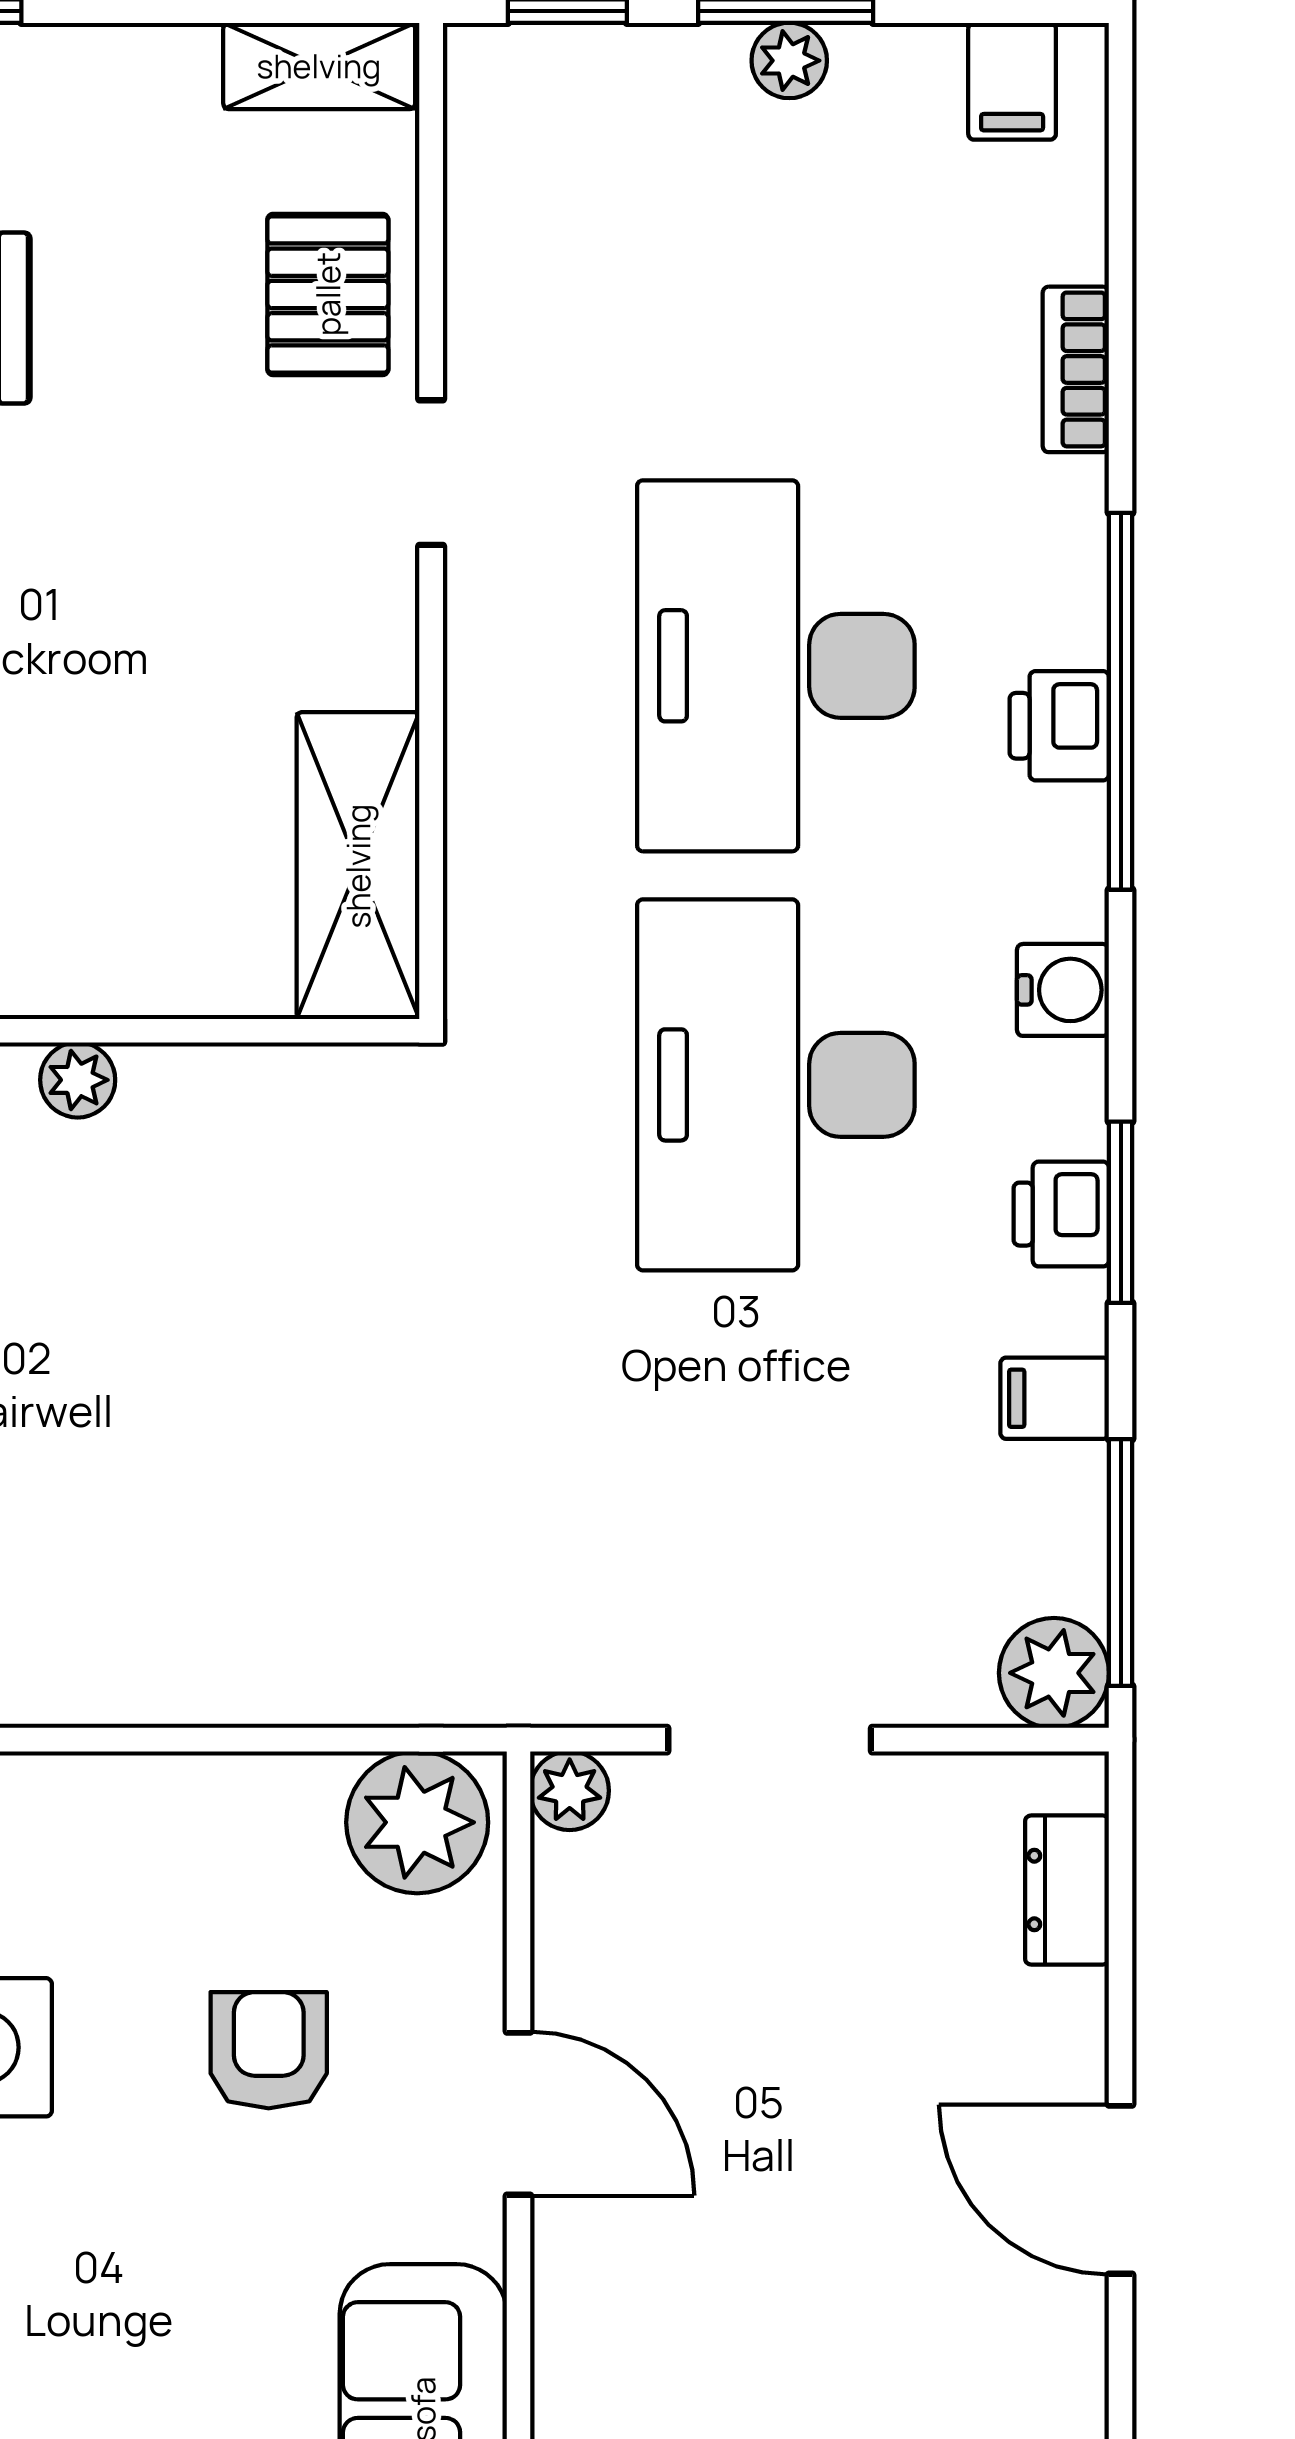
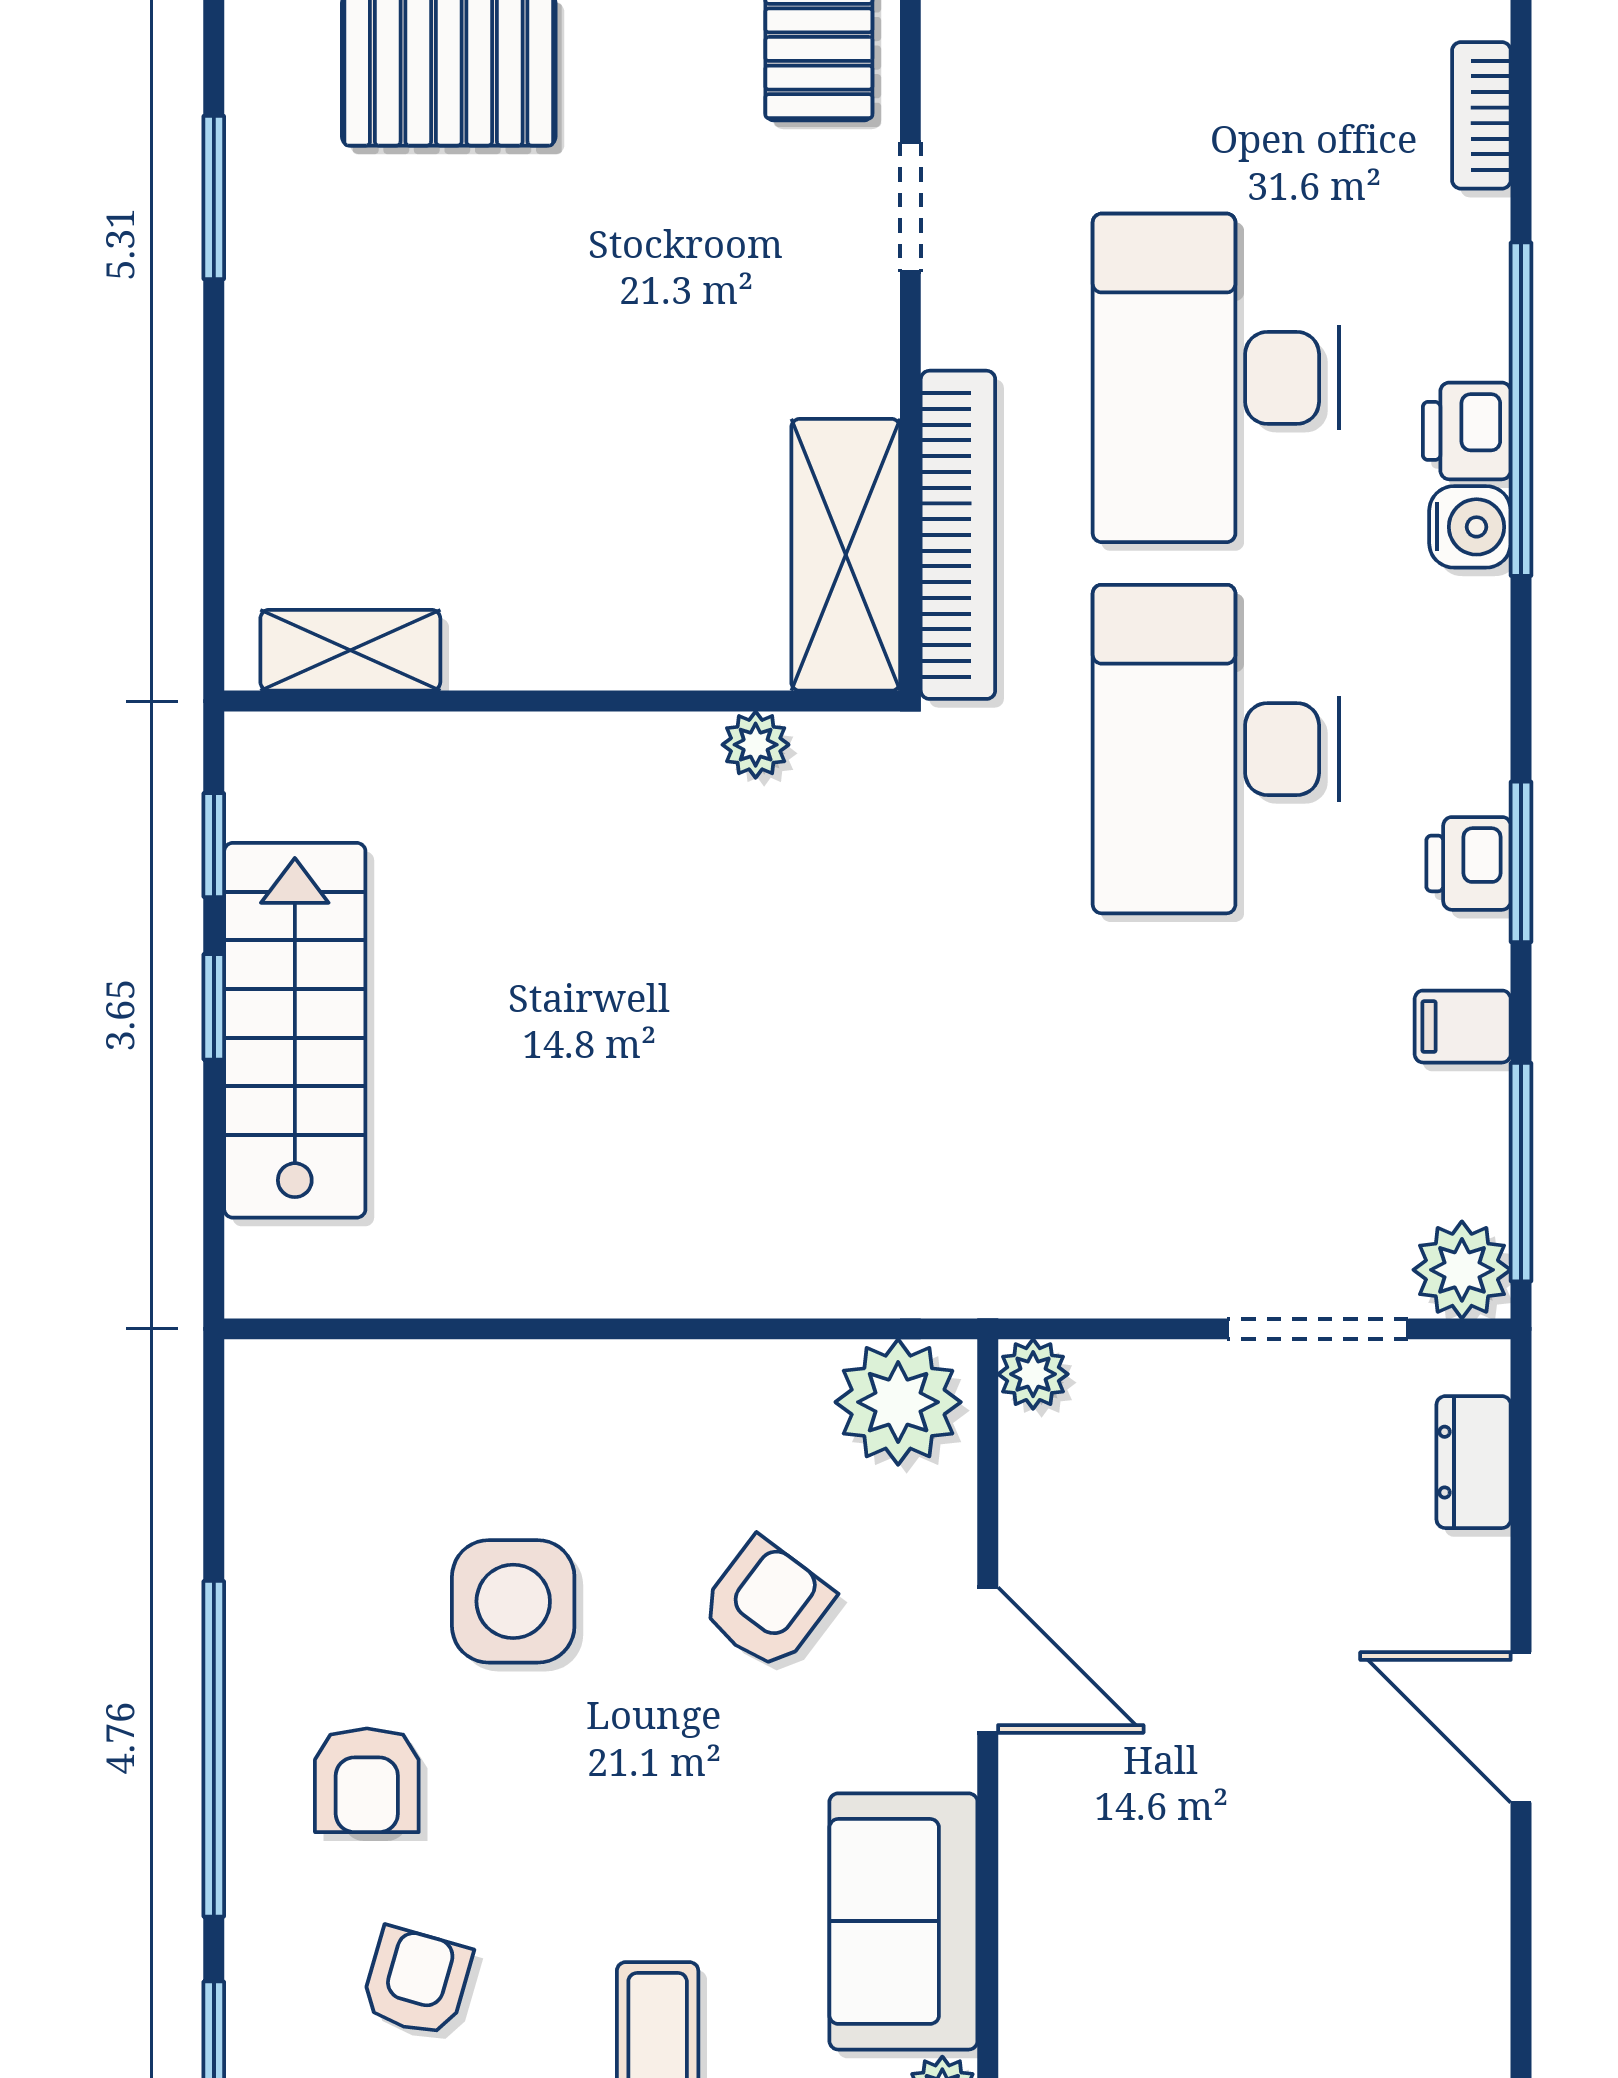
bookcase: (485, 843) -> (958, 535), added
water cooler: (1063, 990) -> (1470, 527), moved
plant: (78, 1080) -> (756, 745), moved
doorway: (770, 1740) -> (1318, 1329), moved
armchair: (269, 2050) -> (767, 1604), turned 37

